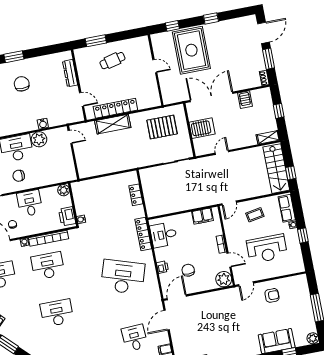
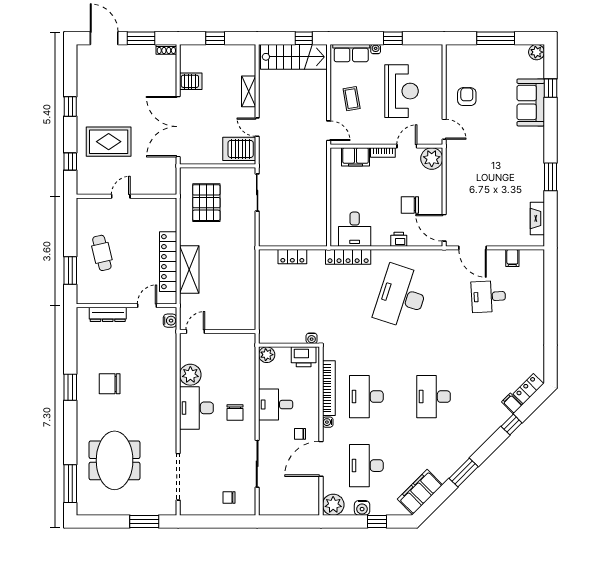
rug: (191, 50) -> (109, 142), width x0.73, depth x0.69
water cooler: (43, 124) -> (170, 321), moved
server rack: (202, 128) -> (239, 149), moved, turned -90
shelving: (268, 137) -> (249, 91), moved
filing cabinet: (202, 216) -> (356, 157), moved, turned 90

